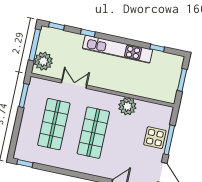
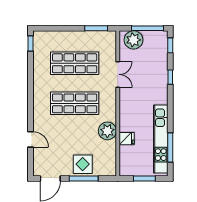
window: (157, 48) -> (170, 148), width x2.17
kitchen unit: (118, 49) -> (161, 139), moved
fridge: (139, 89) -> (127, 139), added

